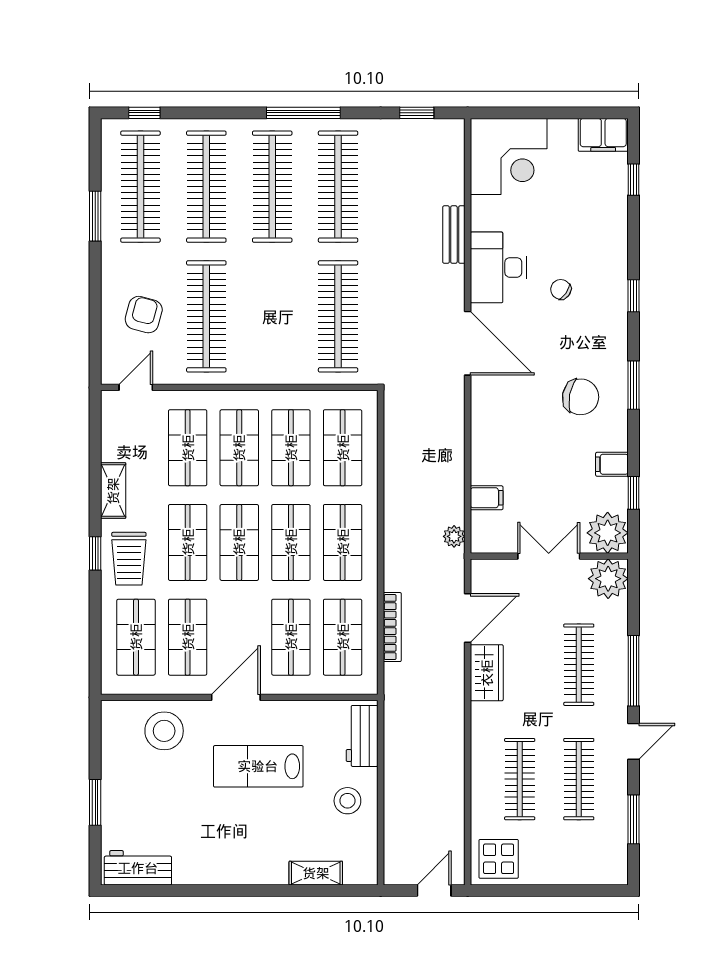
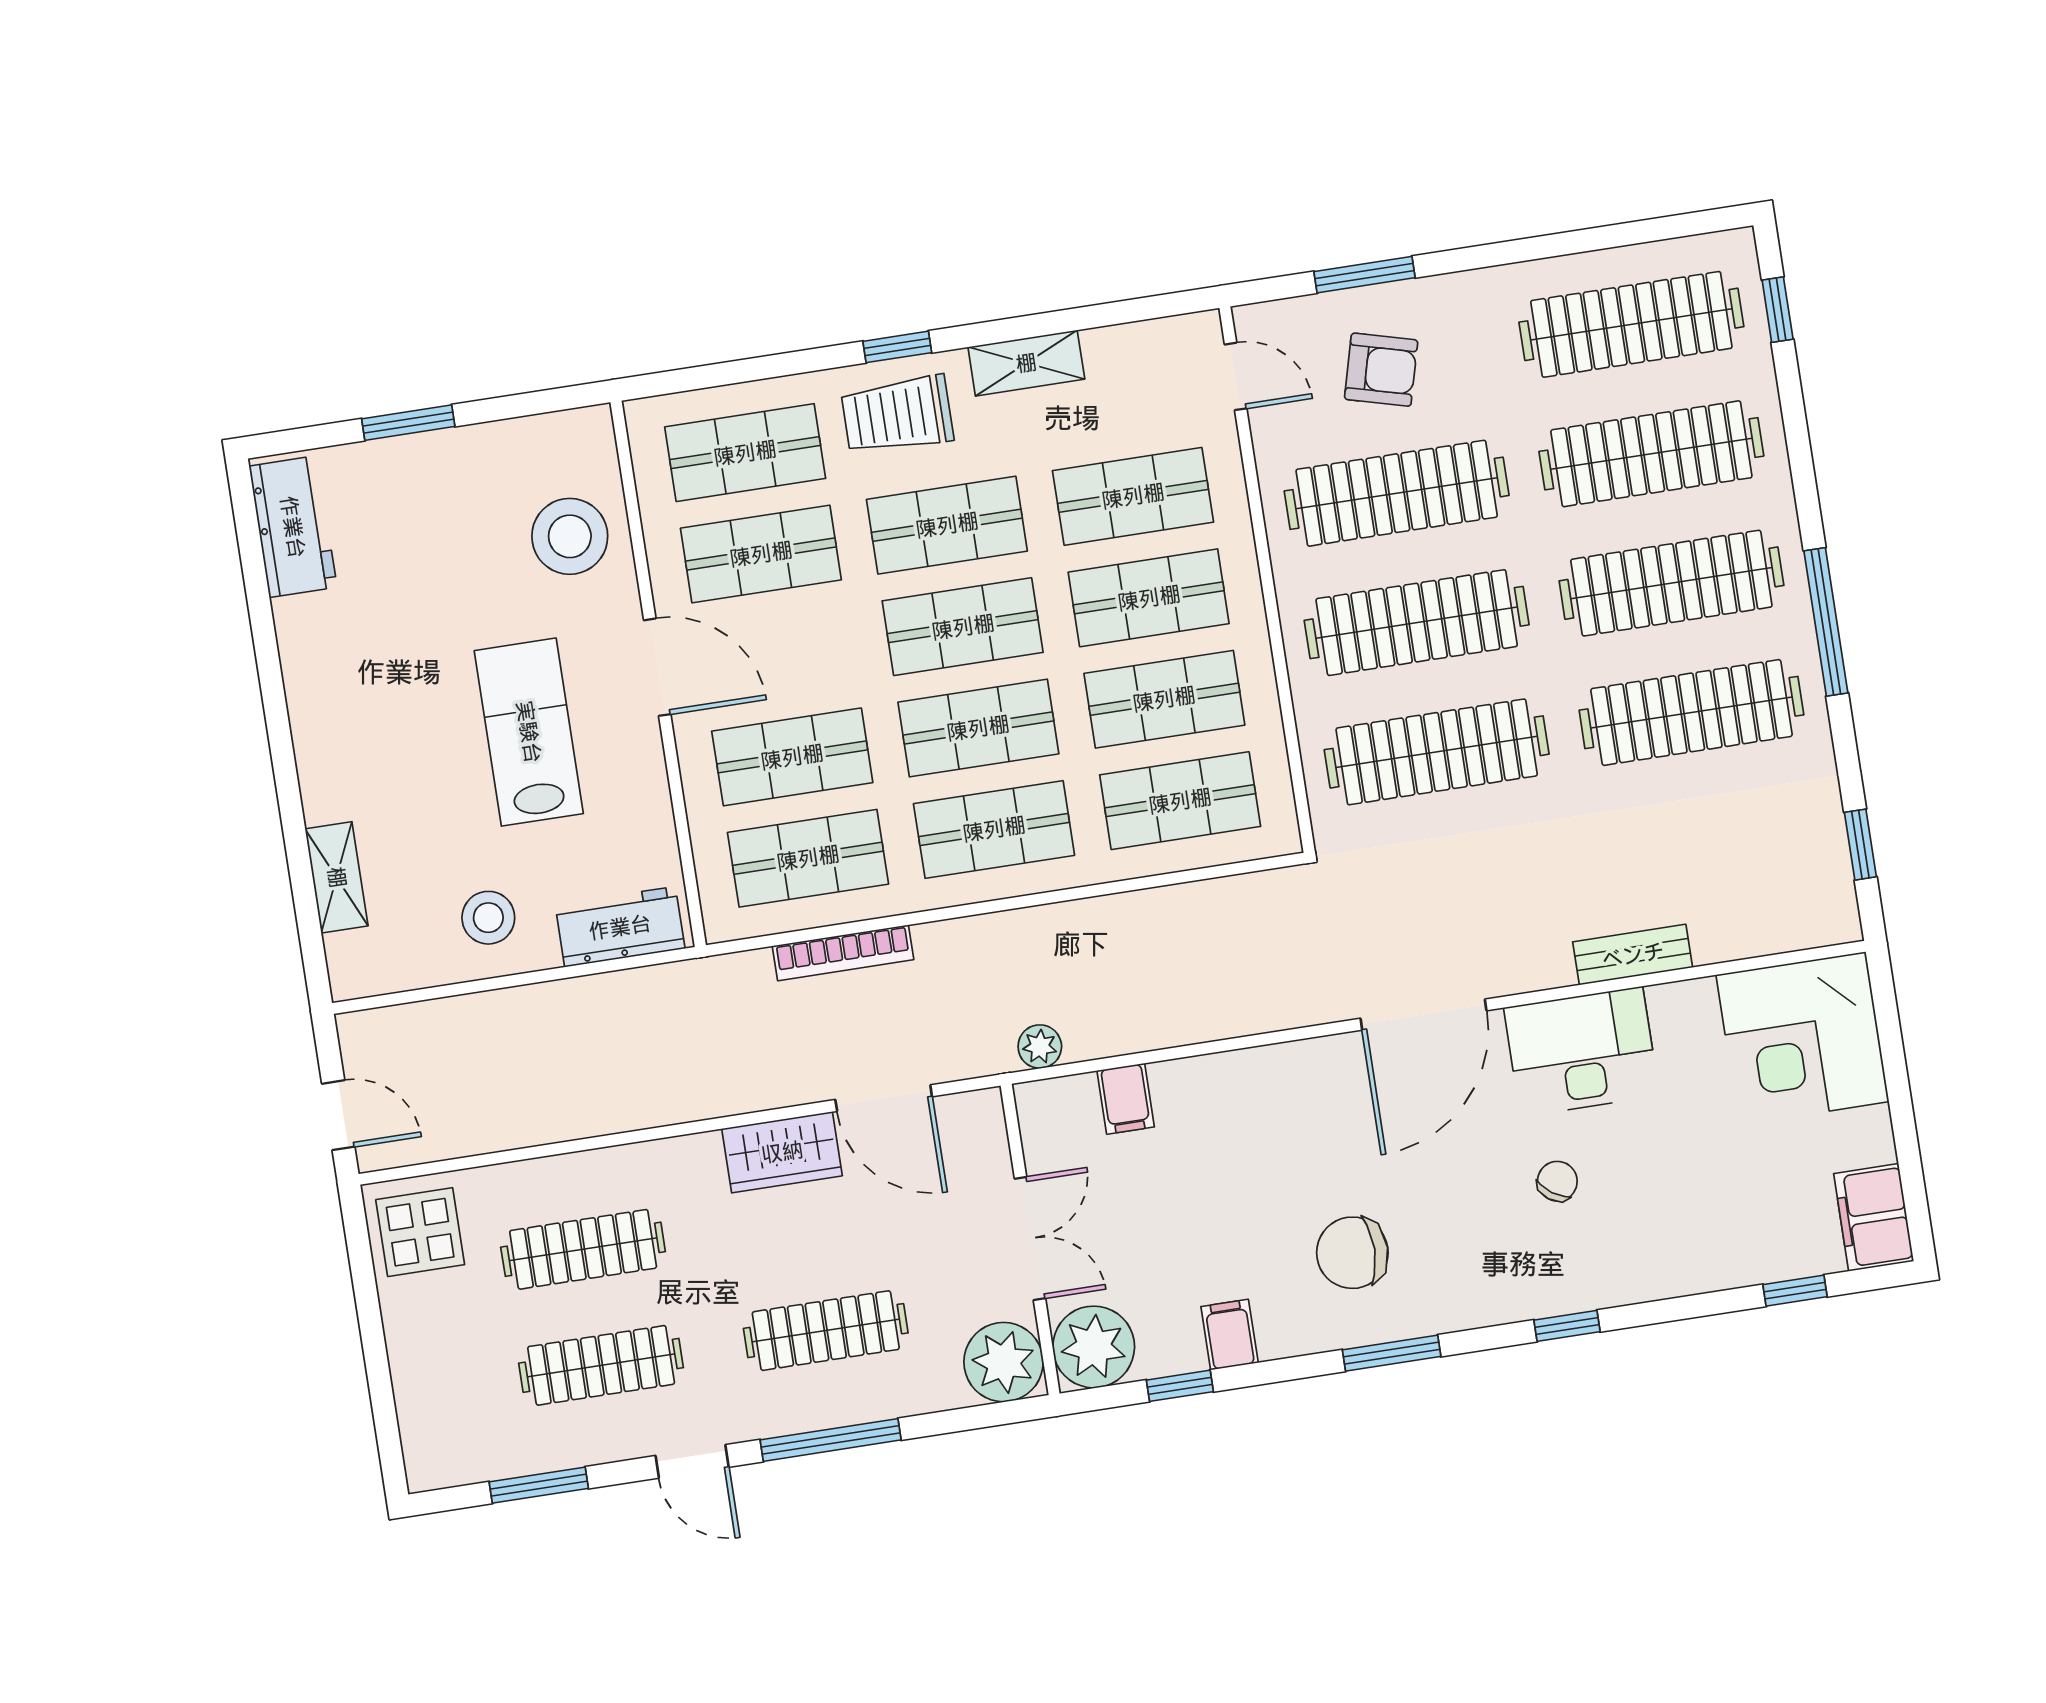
window: (95, 216) -> (1364, 275), moved
clothes rail: (272, 316) -> (1417, 623), added
chair: (581, 397) -> (1352, 1253), turned 79

